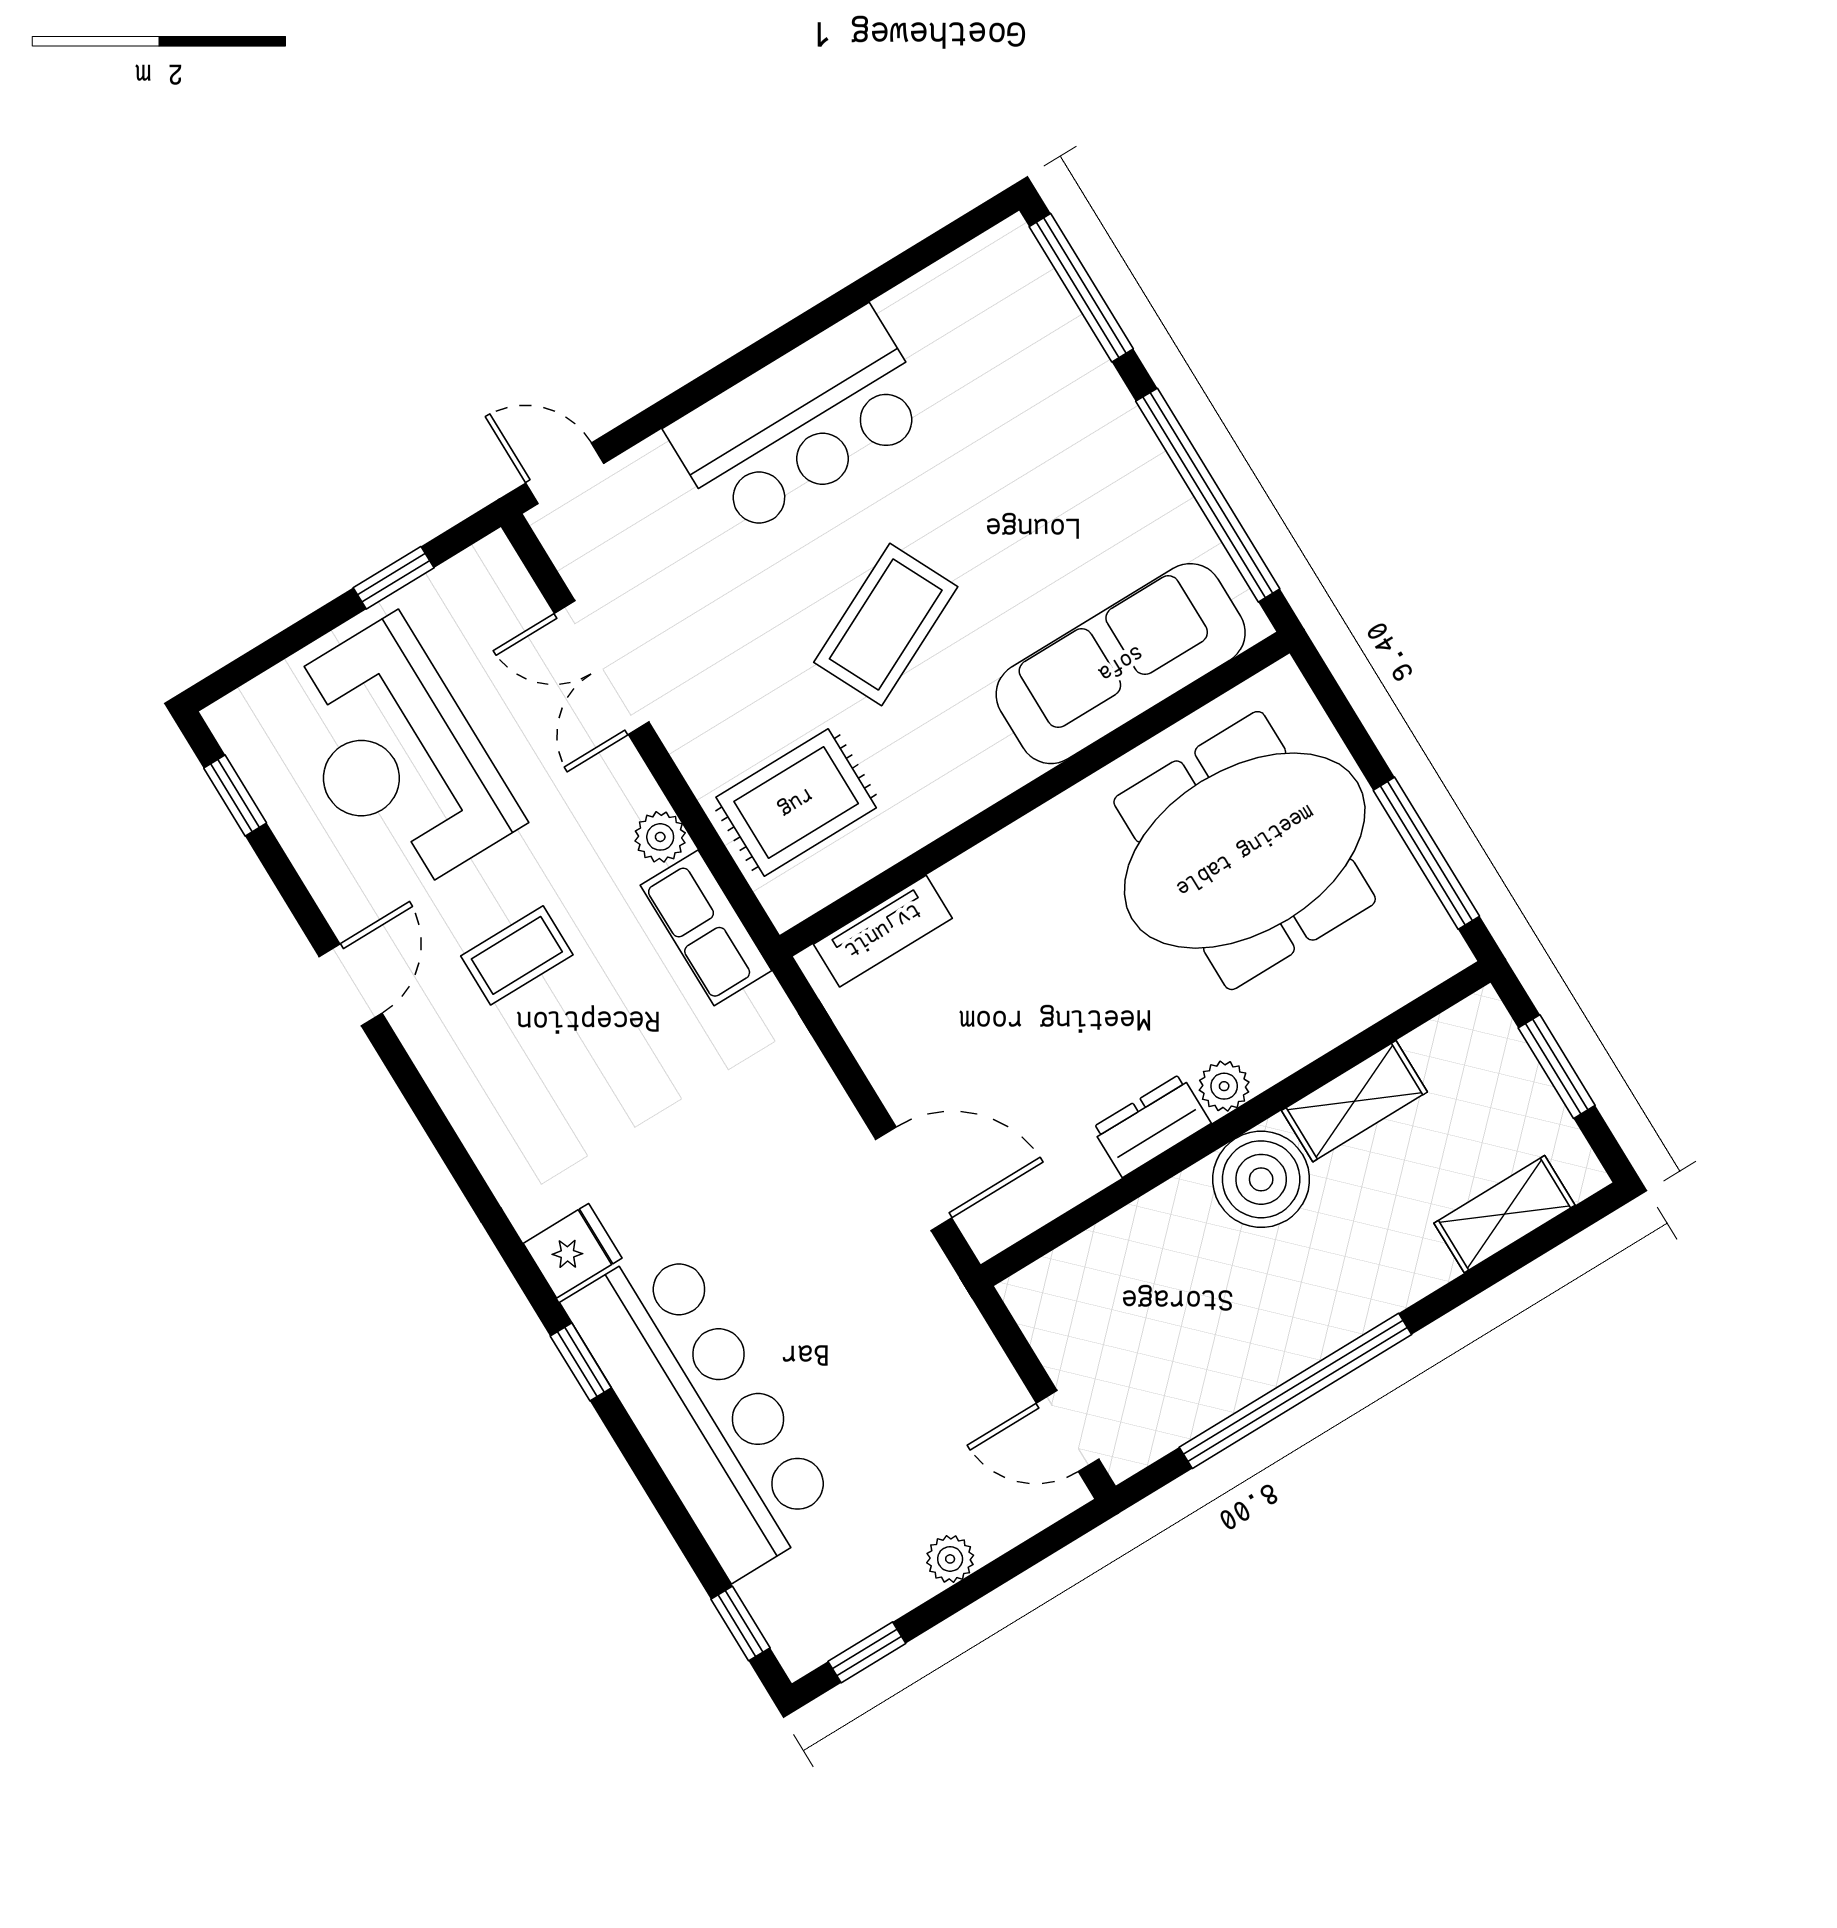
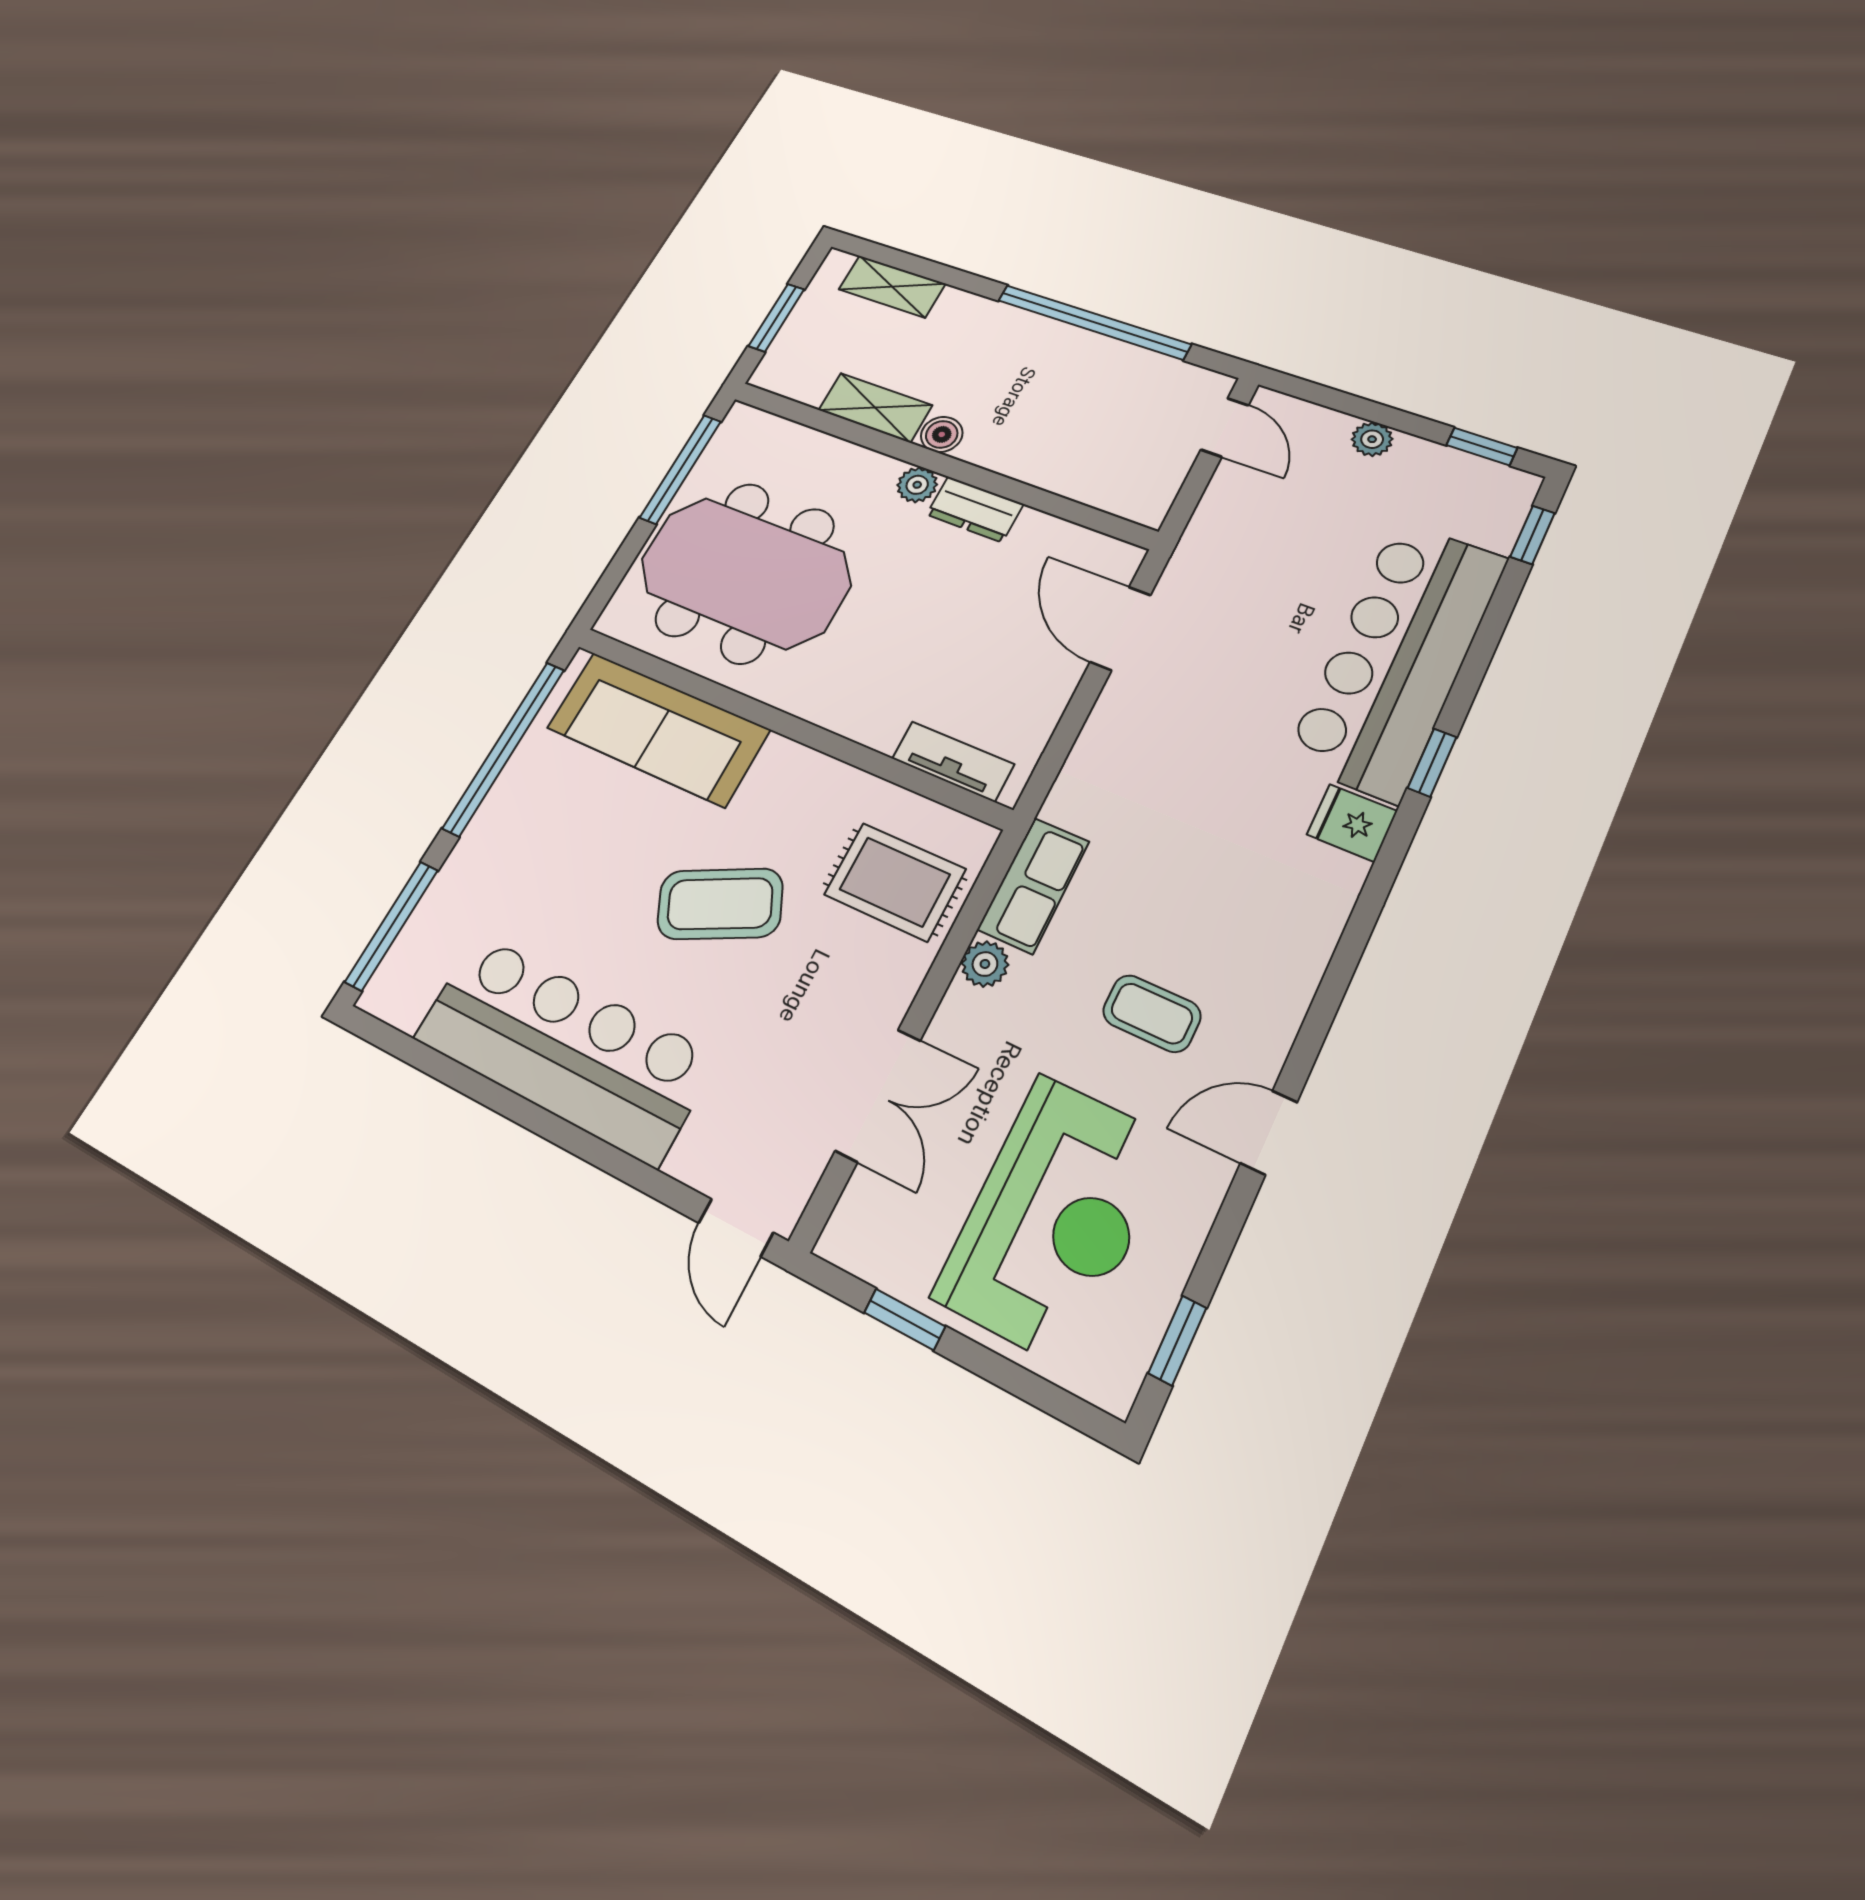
bar counter: (801, 423) -> (564, 1047), width x1.36
boiler: (1261, 1179) -> (942, 434), width x0.54, depth x0.54

